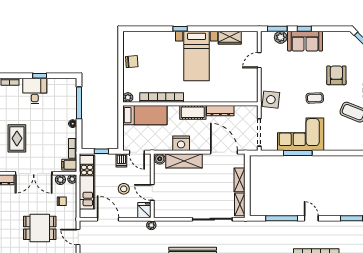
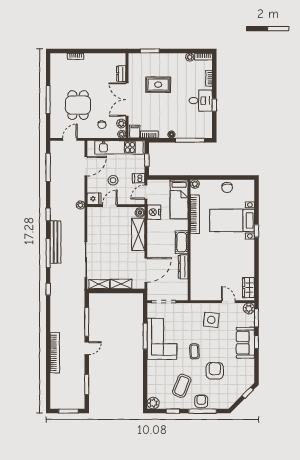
plant: (281, 37) -> (249, 308), moved
wardrobe: (230, 38) -> (248, 288), moved
bed with nightstands: (197, 56) -> (232, 220), moved
armchair: (336, 75) -> (215, 371), turned -90
side table: (271, 100) -> (211, 320), moved
nightstand: (181, 143) -> (154, 212), moved

